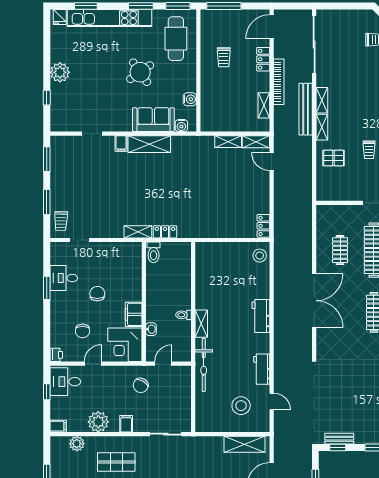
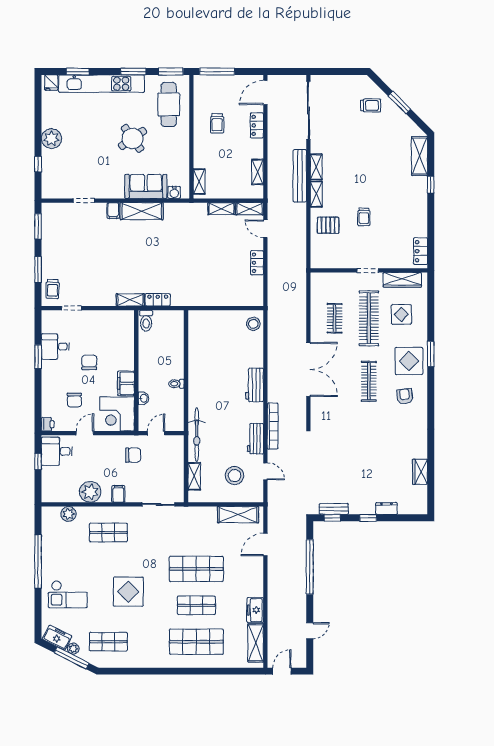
bookcase: (279, 82) -> (273, 426), moved
water cooler: (190, 99) -> (183, 166), removed
shelving: (206, 115) -> (199, 182), added
locker: (263, 226) -> (257, 263), moved
shelving: (201, 324) -> (194, 476), moved
chair: (141, 385) -> (133, 455), turned -121
filing cabinet: (58, 426) -> (50, 496), removed

